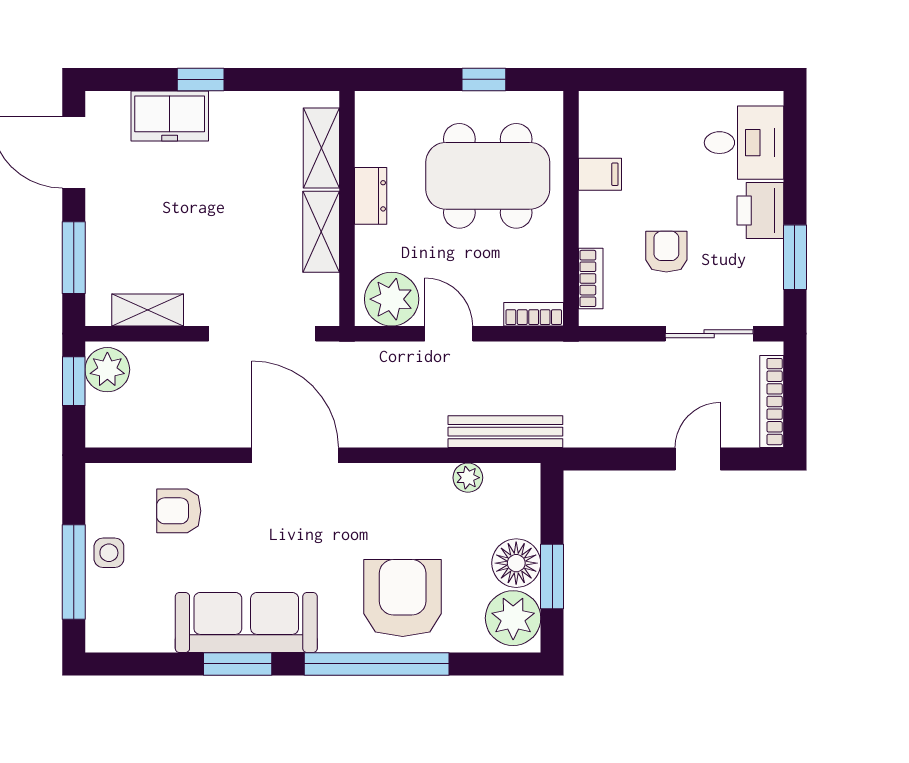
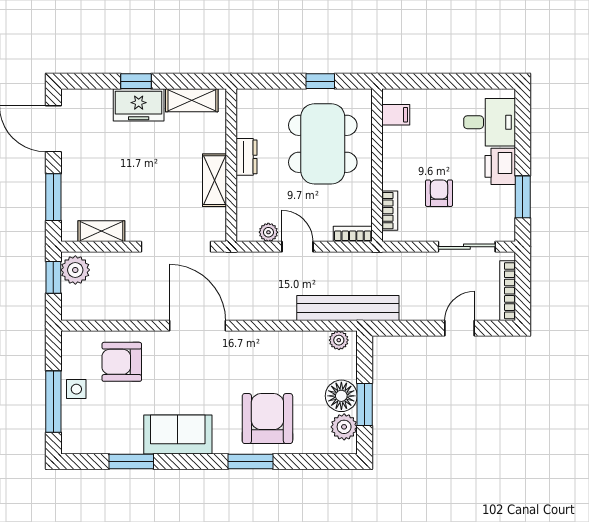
freezer: (170, 116) -> (139, 105), moved
shelving: (321, 148) -> (192, 100), moved, turned 90
filing cabinet: (600, 174) -> (396, 115), moved
dining table: (488, 176) -> (323, 144), turned 90
plant: (392, 299) -> (268, 232), width x0.53, depth x0.53
bench: (505, 432) -> (348, 308), width x1.37, depth x1.21
plant: (468, 478) -> (339, 340), moved
armchair: (179, 511) -> (122, 362), width x1.38, depth x1.38
plant: (513, 618) -> (344, 427), width x0.73, depth x0.73
sofa: (246, 622) -> (178, 434), width x0.73
window: (238, 664) -> (131, 461), moved
window: (377, 664) -> (251, 461), width x0.47

